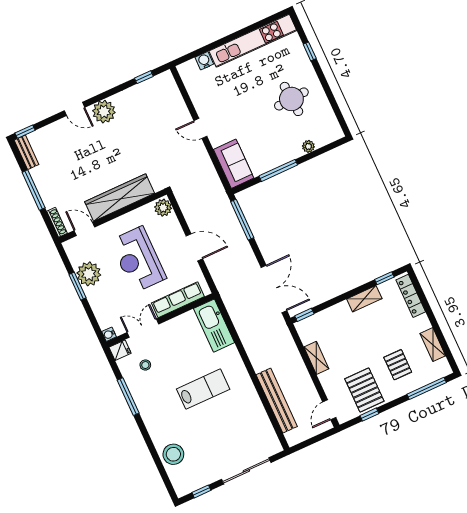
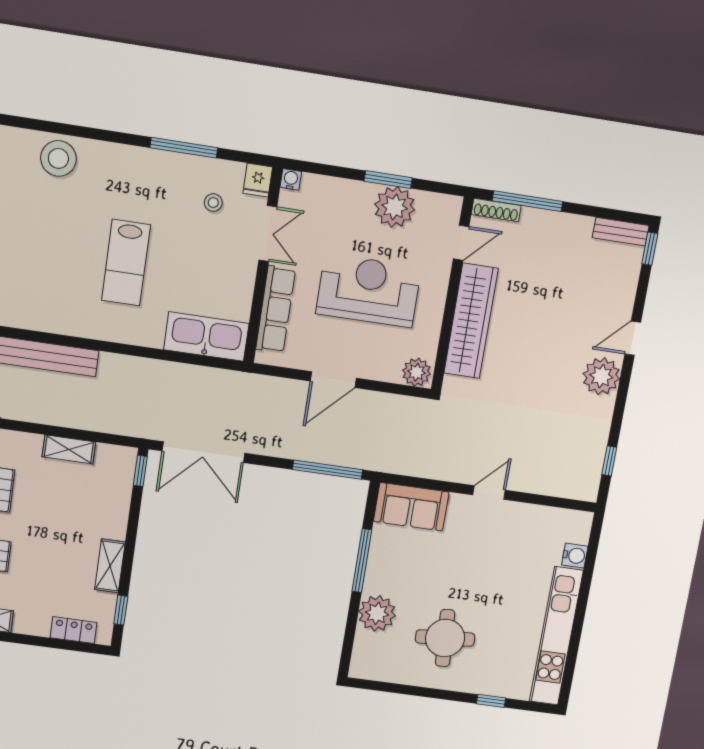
plant: (308, 146) -> (377, 613), width x1.87, depth x1.87
window: (34, 190) -> (527, 201), moved
locker: (411, 296) -> (73, 630), width x0.66

